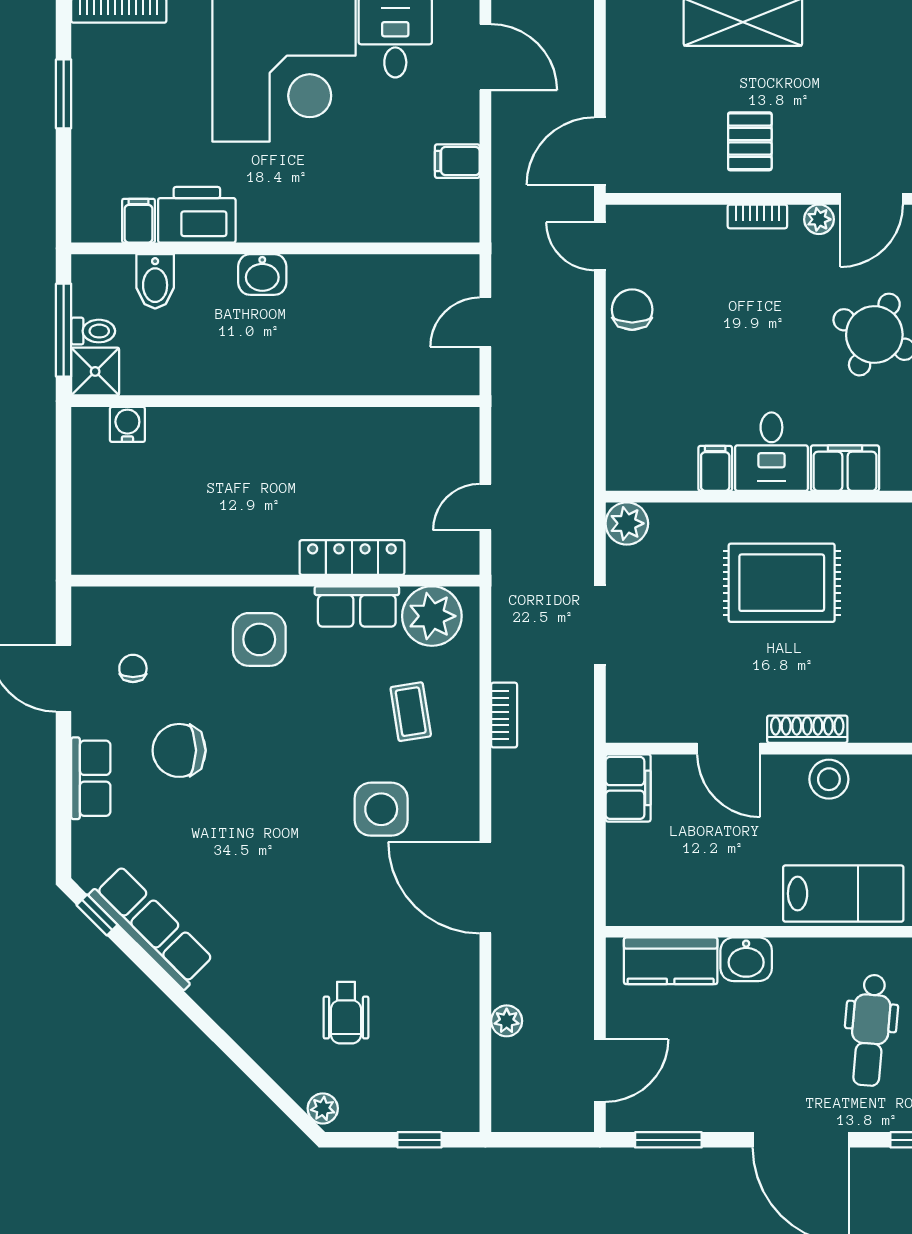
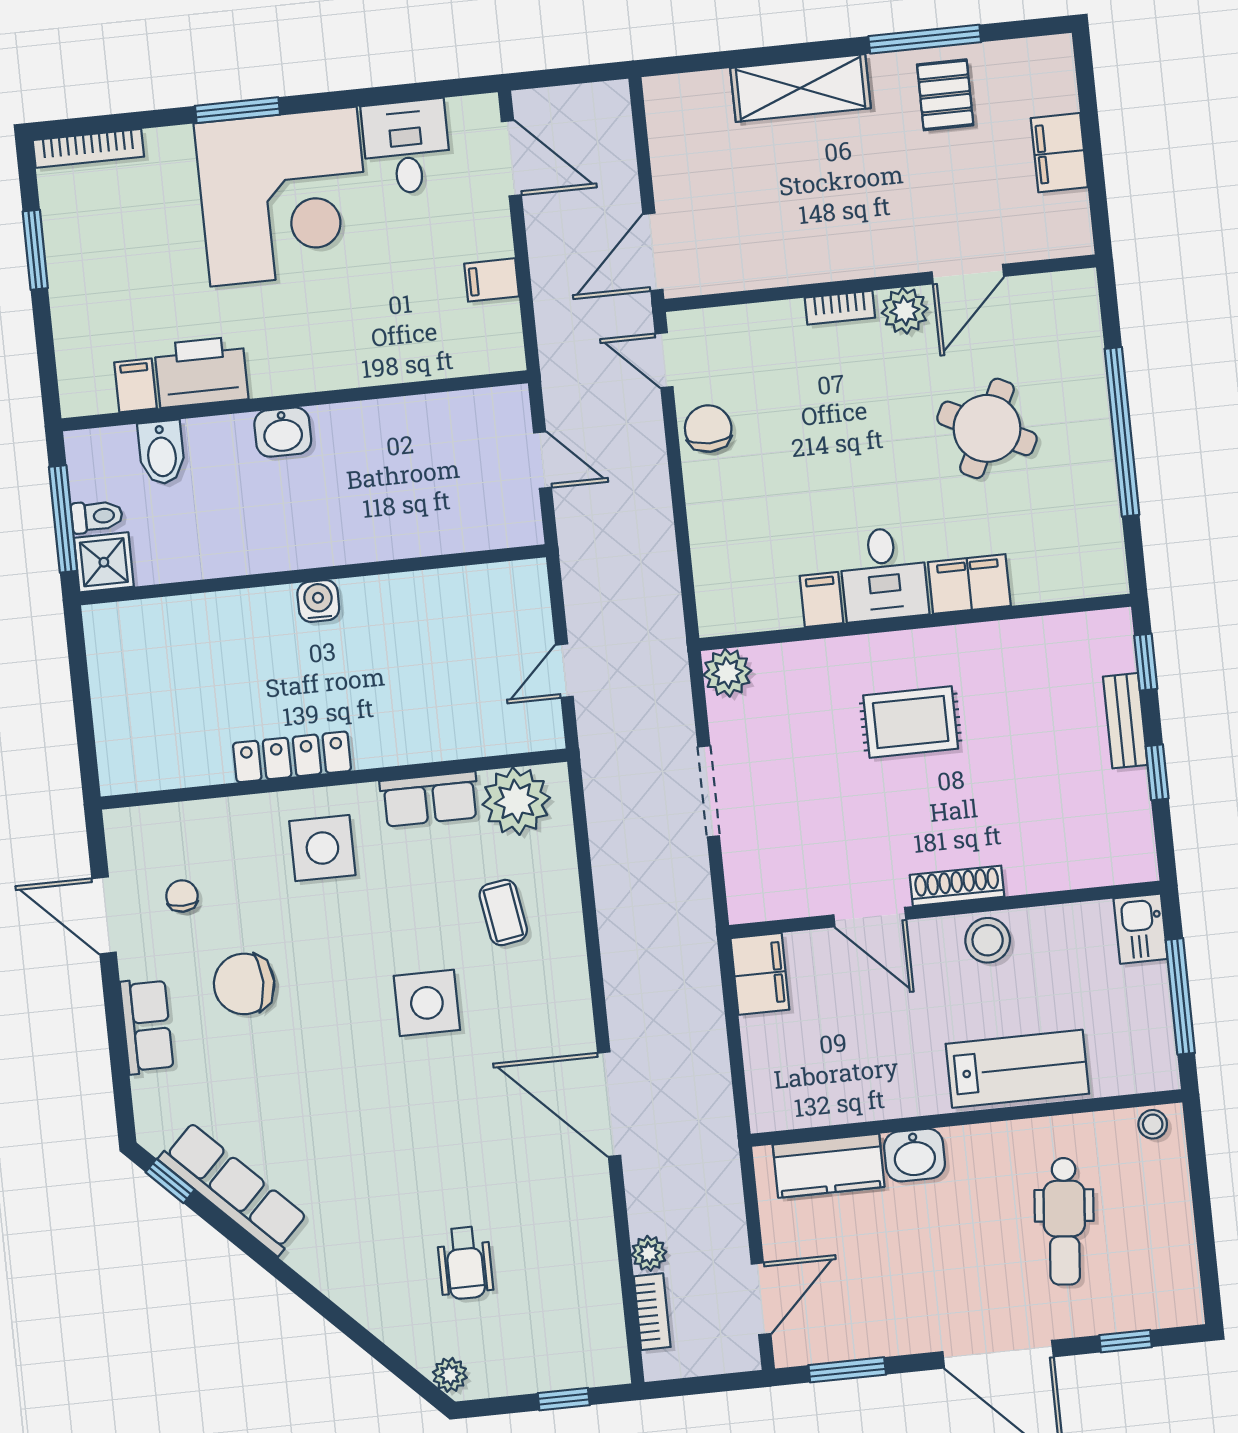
pallet: (750, 141) -> (945, 95), moved
plant: (819, 219) -> (905, 311), width x1.38, depth x1.38
door: (485, 322) -> (543, 460), swing flipped
water cooler: (127, 424) -> (318, 601), moved
locker: (352, 557) -> (292, 757), moved
rug: (782, 583) -> (911, 722), width x0.73, depth x0.70
bookcase: (504, 715) -> (652, 1312), moved
side table: (381, 809) -> (427, 1003), moved

